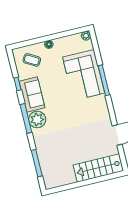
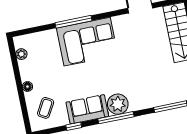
plant: (86, 36) -> (21, 54), moved
corner sofa: (84, 75) -> (87, 42), moved

